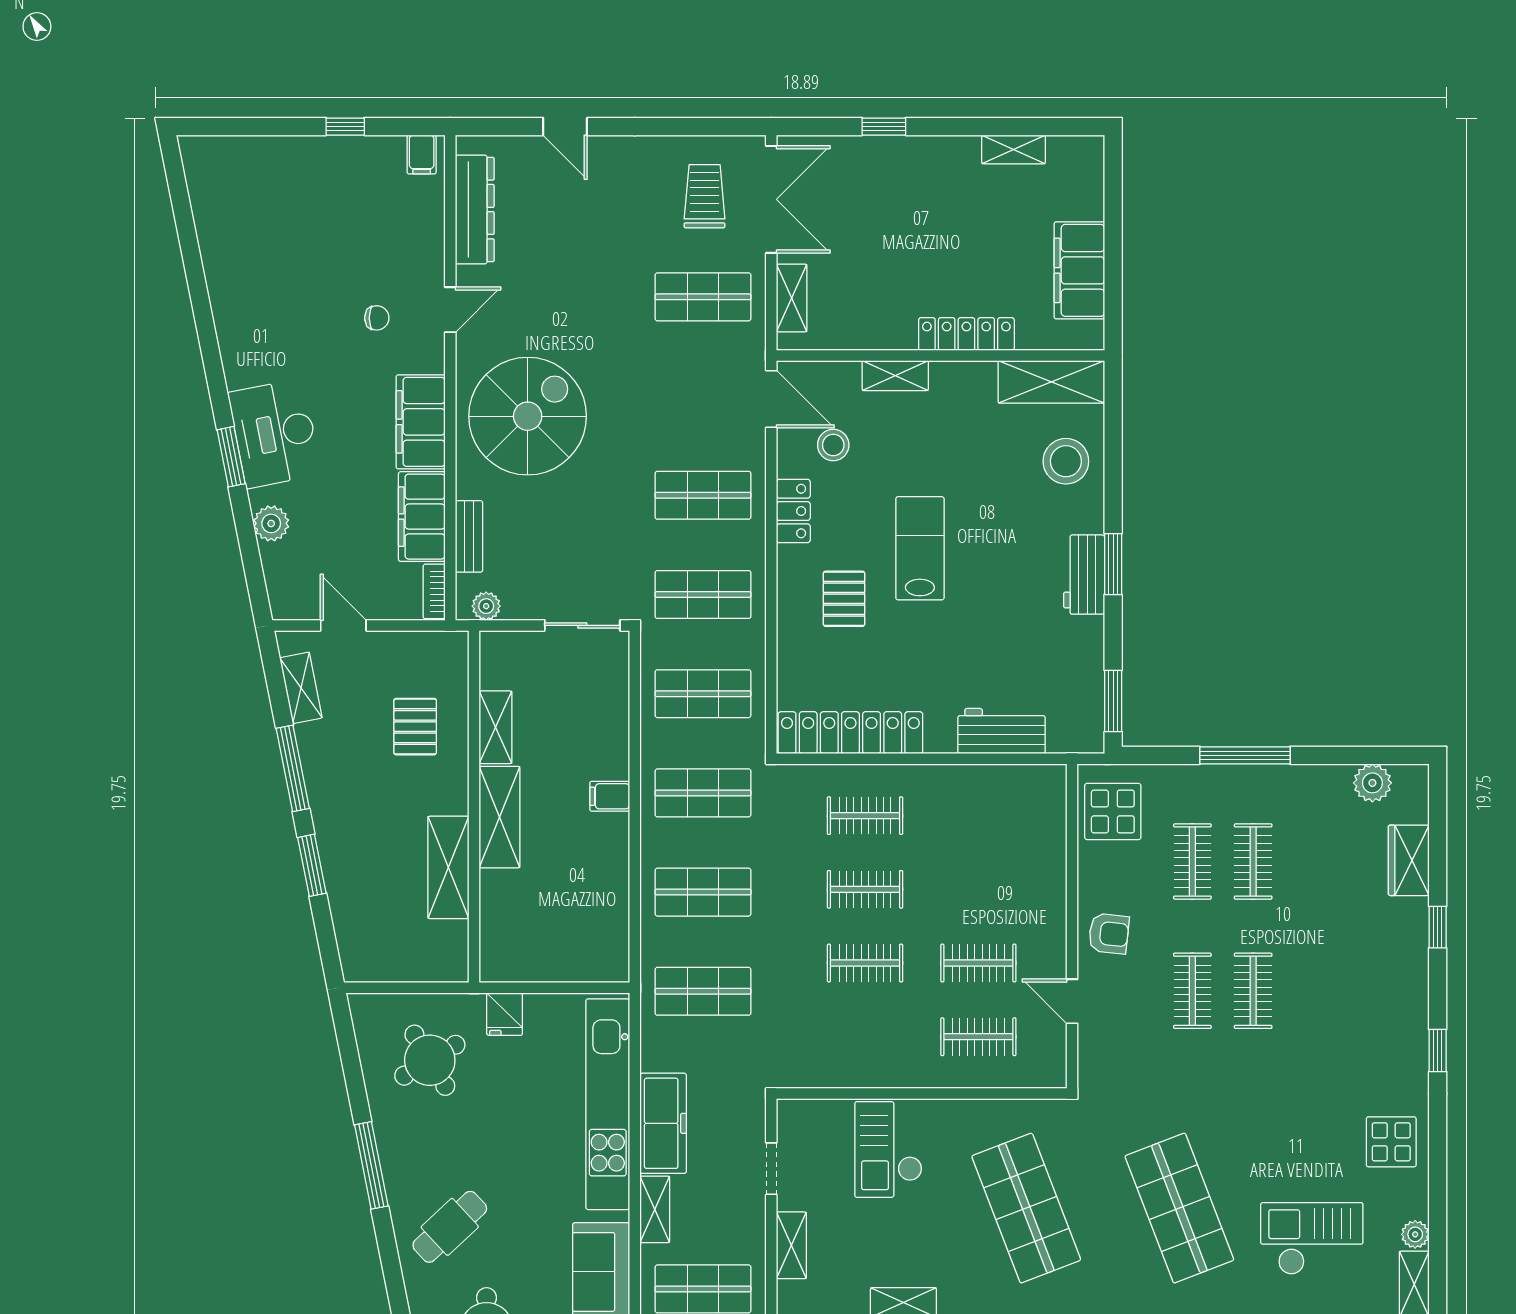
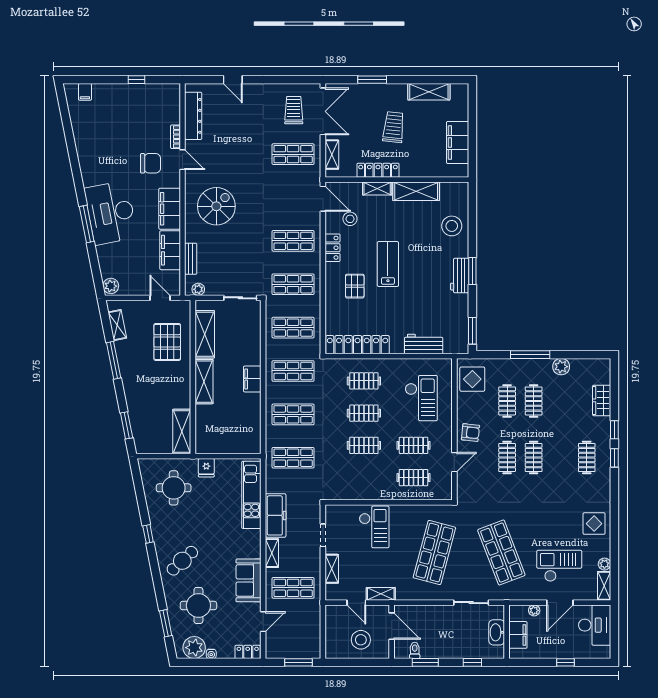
window: (884, 127) -> (372, 80), width x1.50
shelving: (1014, 149) -> (429, 92), width x1.50, depth x1.33
filing cabinet: (422, 155) -> (85, 92), moved
trolley: (933, 235) -> (394, 127), added
door: (450, 310) -> (182, 160), hinge flipped
chair: (377, 318) -> (150, 163), width x1.87, depth x1.87
locker: (966, 334) -> (378, 170), moved
shelving: (1051, 382) -> (416, 191), moved
spiral stairs: (528, 416) -> (216, 206), width x0.73, depth x0.73
desk: (275, 433) -> (111, 213), width x1.36, depth x1.30
window: (231, 457) -> (87, 224), width x1.44
plant: (271, 523) -> (111, 286), moved
bookcase: (434, 591) -> (175, 137), moved
door: (343, 625) -> (160, 298), moved
pallet: (415, 727) -> (167, 342), width x1.50, depth x1.42
shelving: (496, 727) -> (205, 334), width x1.50, depth x1.33
plant: (1372, 783) -> (561, 367), moved
filing cabinet: (610, 796) -> (252, 379), width x2.00
checkout: (996, 855) -> (421, 398), added
window: (312, 865) -> (127, 425), moved
shelving: (448, 867) -> (182, 432), moved
clothes rail: (1375, 991) -> (587, 458), added
door: (1072, 1001) -> (454, 462), swing flipped
window: (1438, 1051) -> (614, 458), moved
round table: (430, 1060) -> (174, 488), turned 31
kitchen unit: (608, 1104) -> (251, 495), width x0.73
checkout: (888, 1150) -> (374, 527), turned 180
window: (371, 1165) -> (148, 534), width x0.46
shop shelf: (1026, 1208) -> (434, 553), turned 36

